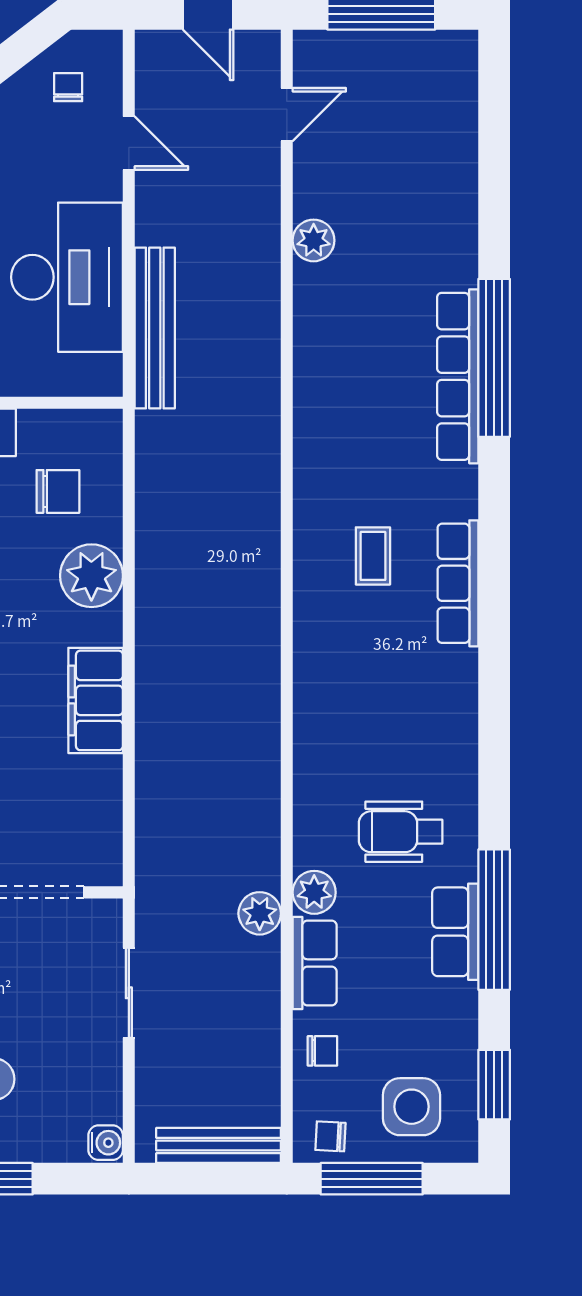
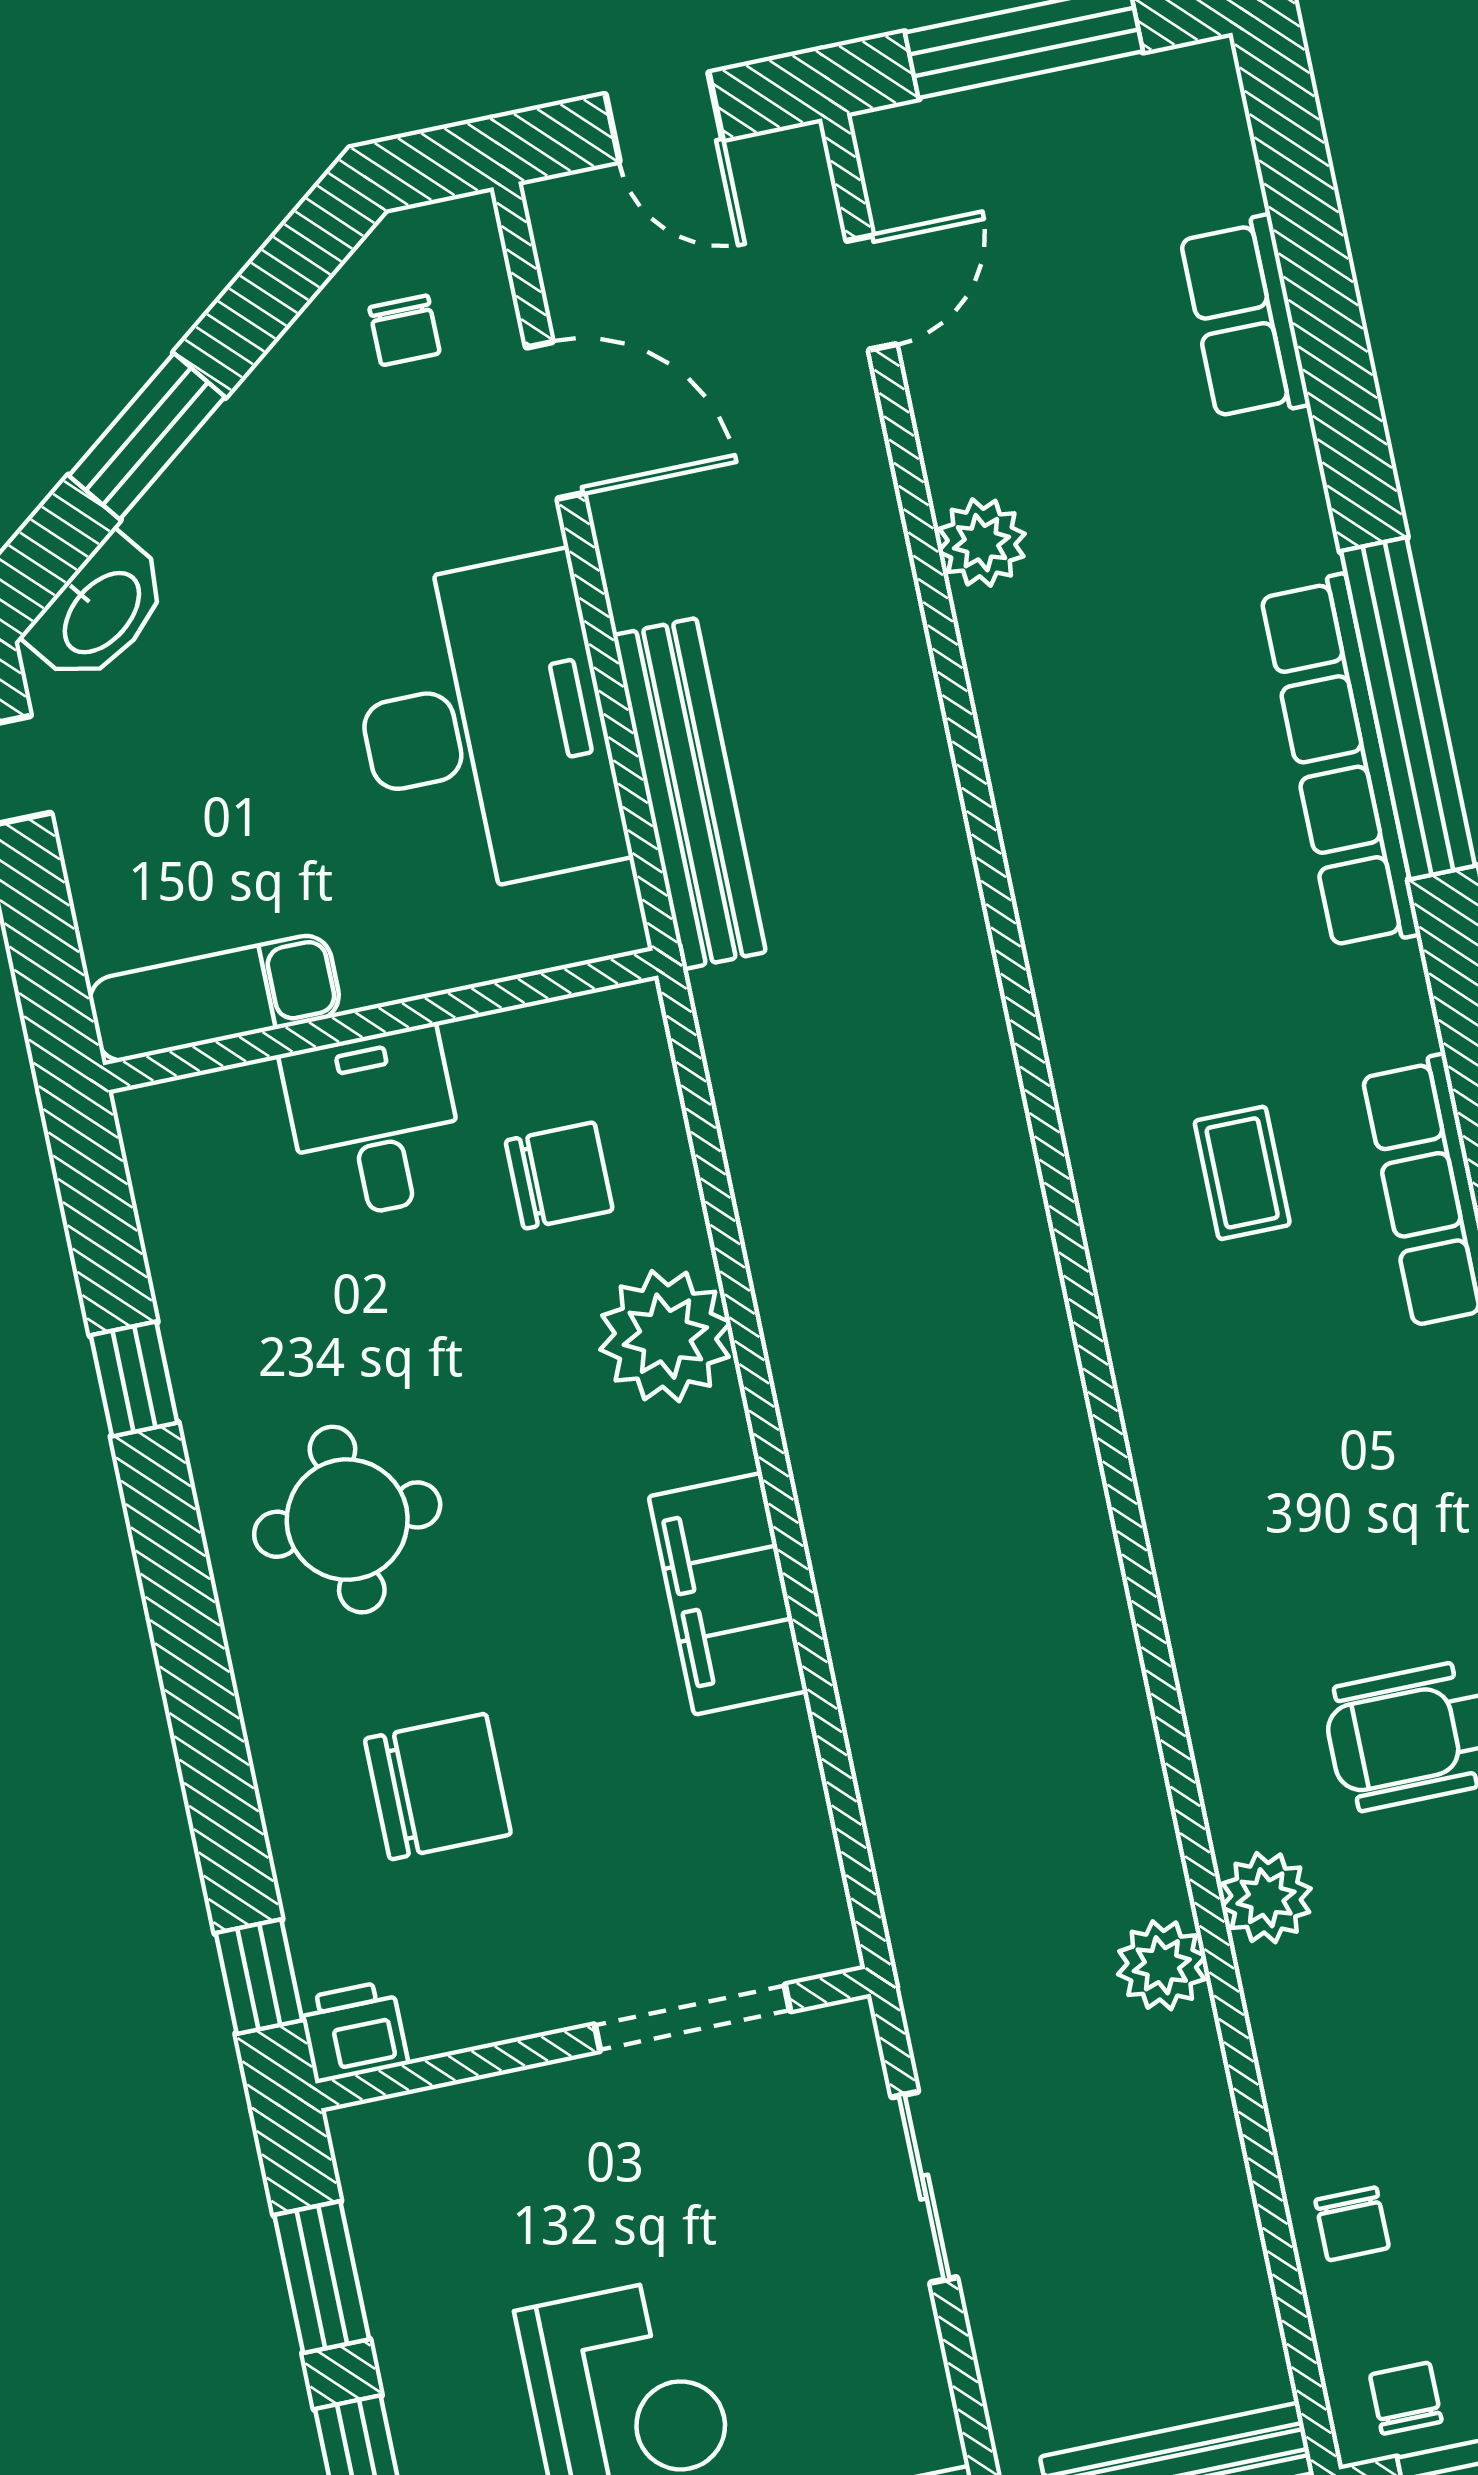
chair: (68, 87) -> (405, 330), turned 180
door: (129, 143) -> (555, 420), width x1.38
row of seats: (315, 963) -> (1244, 319), moved, turned 180
chair: (322, 1051) -> (1352, 2224), turned 90
chair: (330, 1136) -> (1406, 2398), turned 87

